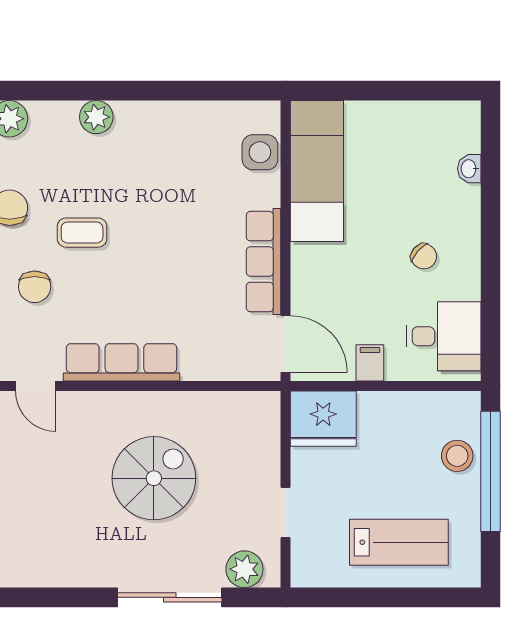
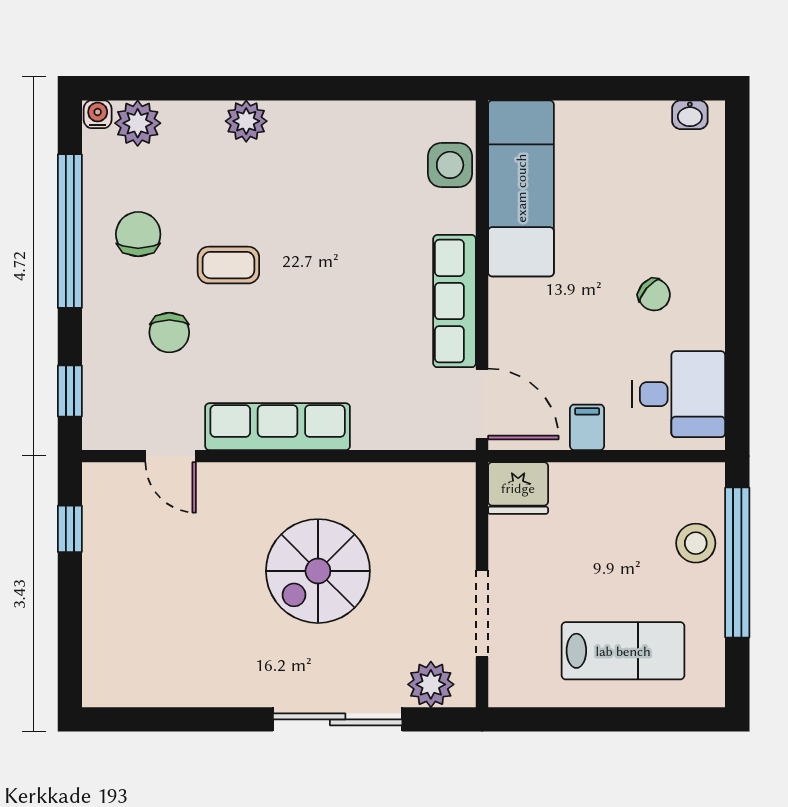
washbasin: (469, 169) -> (690, 115), moved, turned -90
fridge: (323, 419) -> (518, 488), width x0.73, depth x0.75
spiral stairs: (154, 478) -> (318, 571), turned 180
doorway: (286, 512) -> (482, 614), width x1.38

